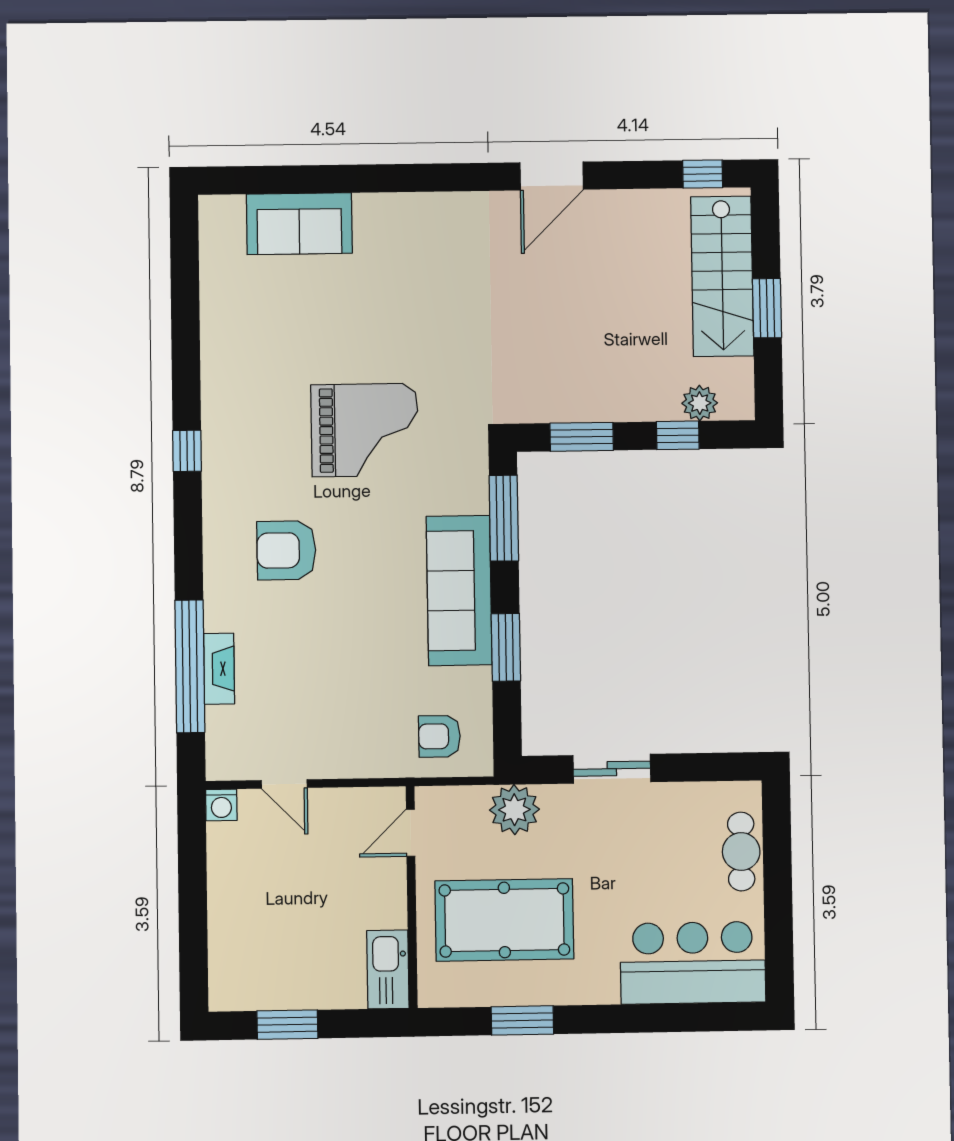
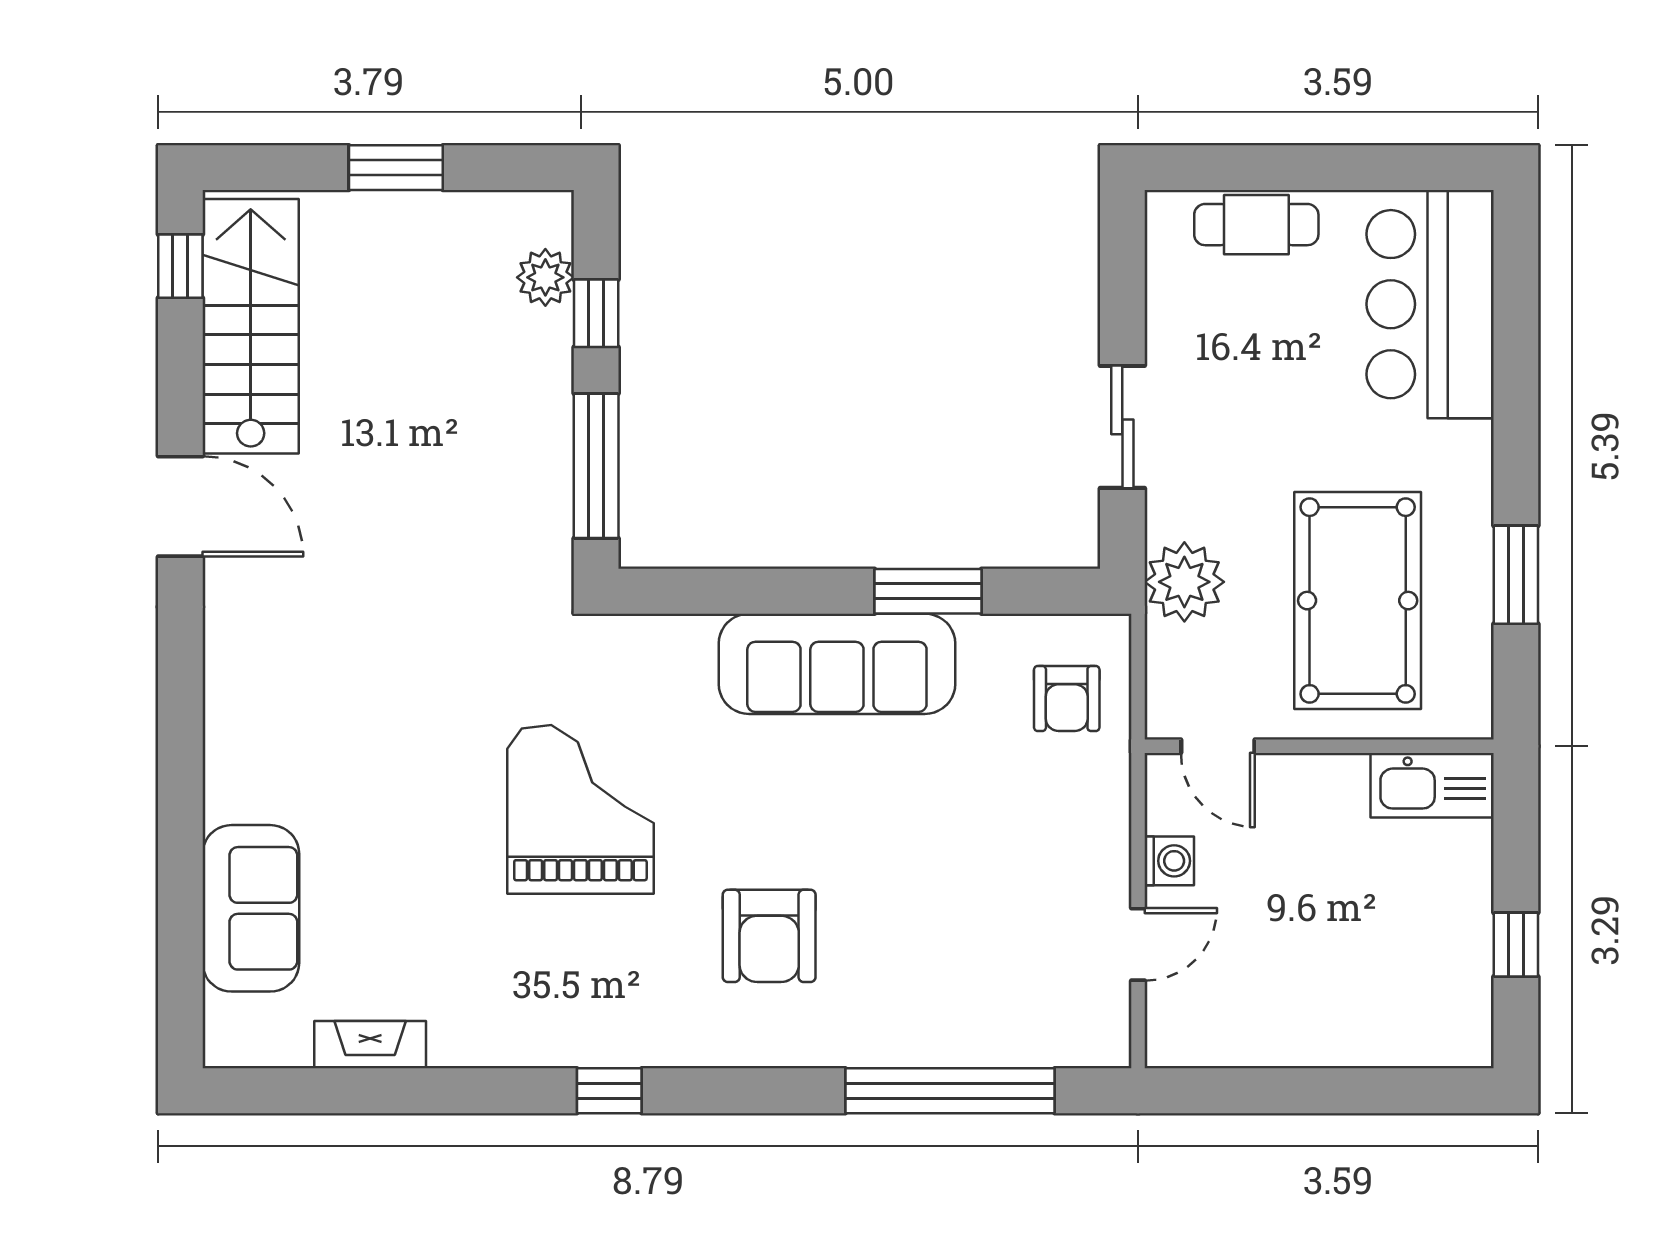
stairs: (722, 276) -> (251, 326), moved, turned -90
window: (582, 437) -> (596, 466), width x1.44
window: (504, 518) -> (723, 591), removed
fireplace: (219, 669) -> (370, 1045), moved
washing machine: (221, 805) -> (1169, 861), moved
window: (287, 1025) -> (1516, 945), width x0.67

